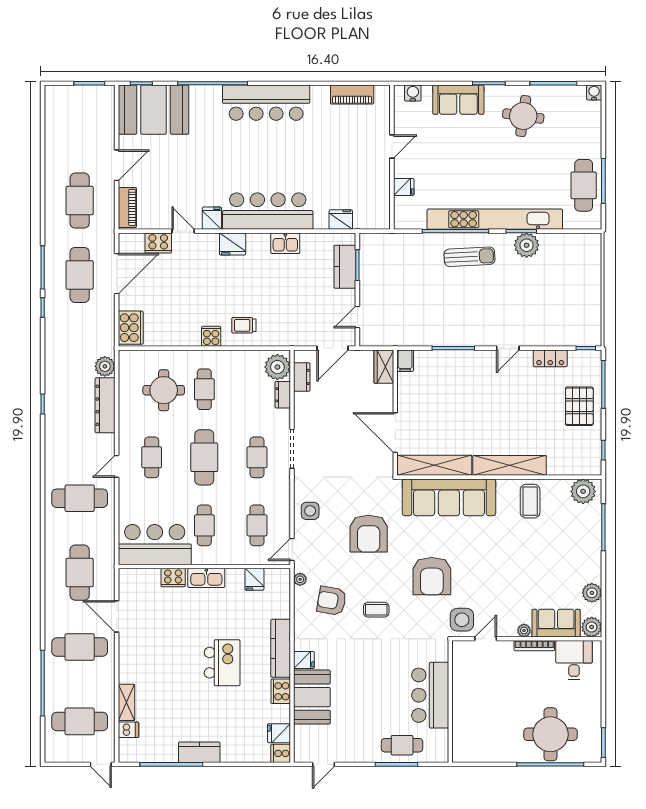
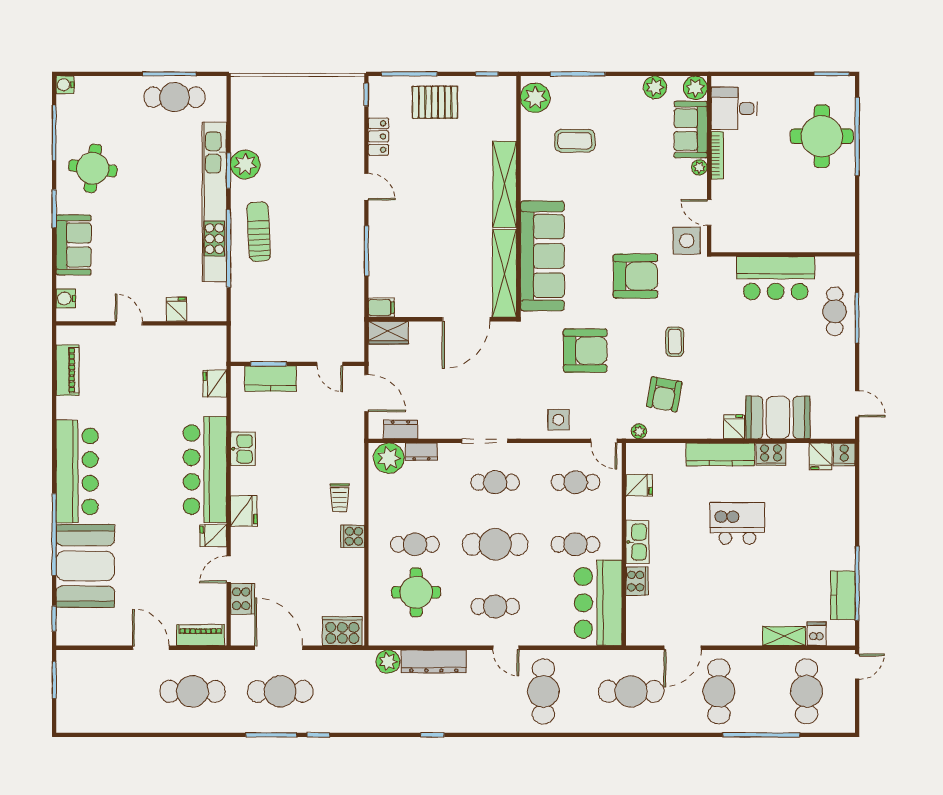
booth: (154, 110) -> (85, 566), moved
coffee table: (530, 501) -> (575, 141), moved
kitchen counter: (199, 752) -> (843, 595), moved

